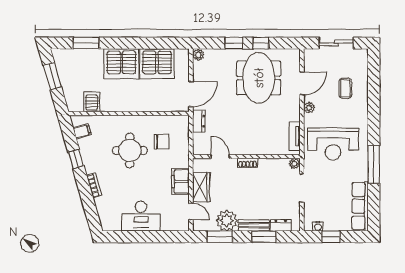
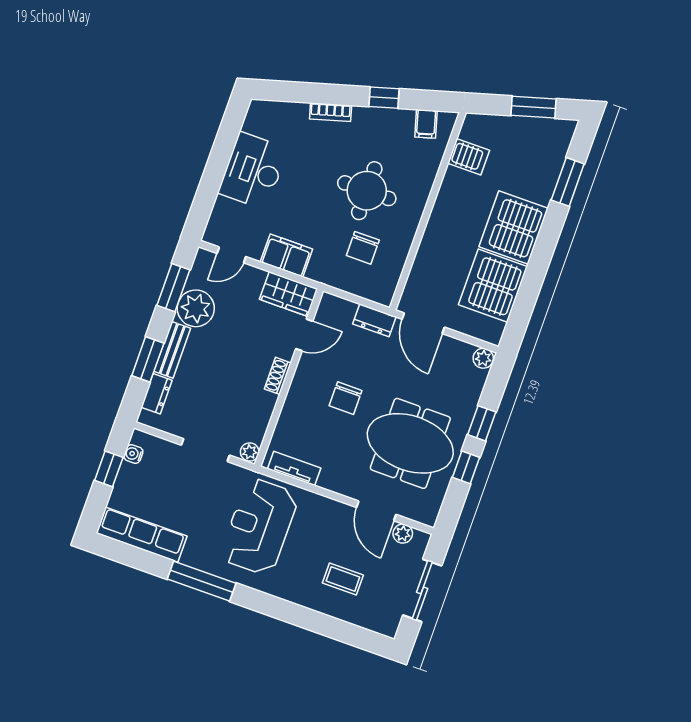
plant: (309, 108) -> (403, 534), moved
chair: (247, 122) -> (346, 398), added
wardrobe: (201, 187) -> (289, 294), moved

